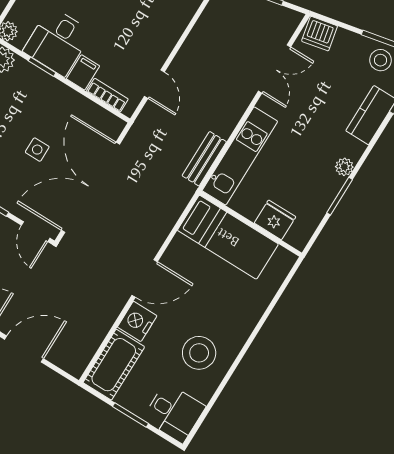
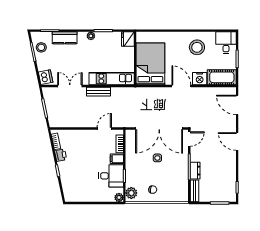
bench: (204, 159) -> (99, 92), moved
fridge: (275, 220) -> (128, 39), moved
bed: (228, 237) -> (150, 64), width x1.50
door: (24, 349) -> (237, 105), moved

